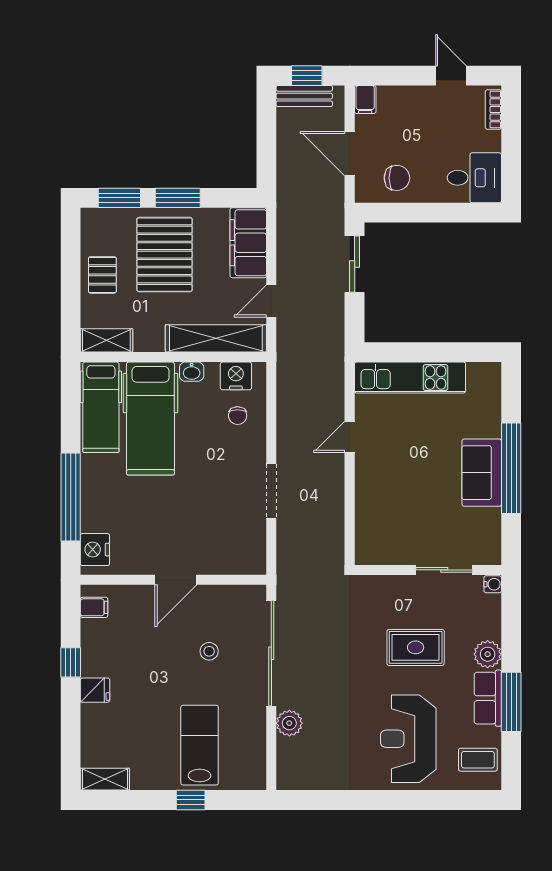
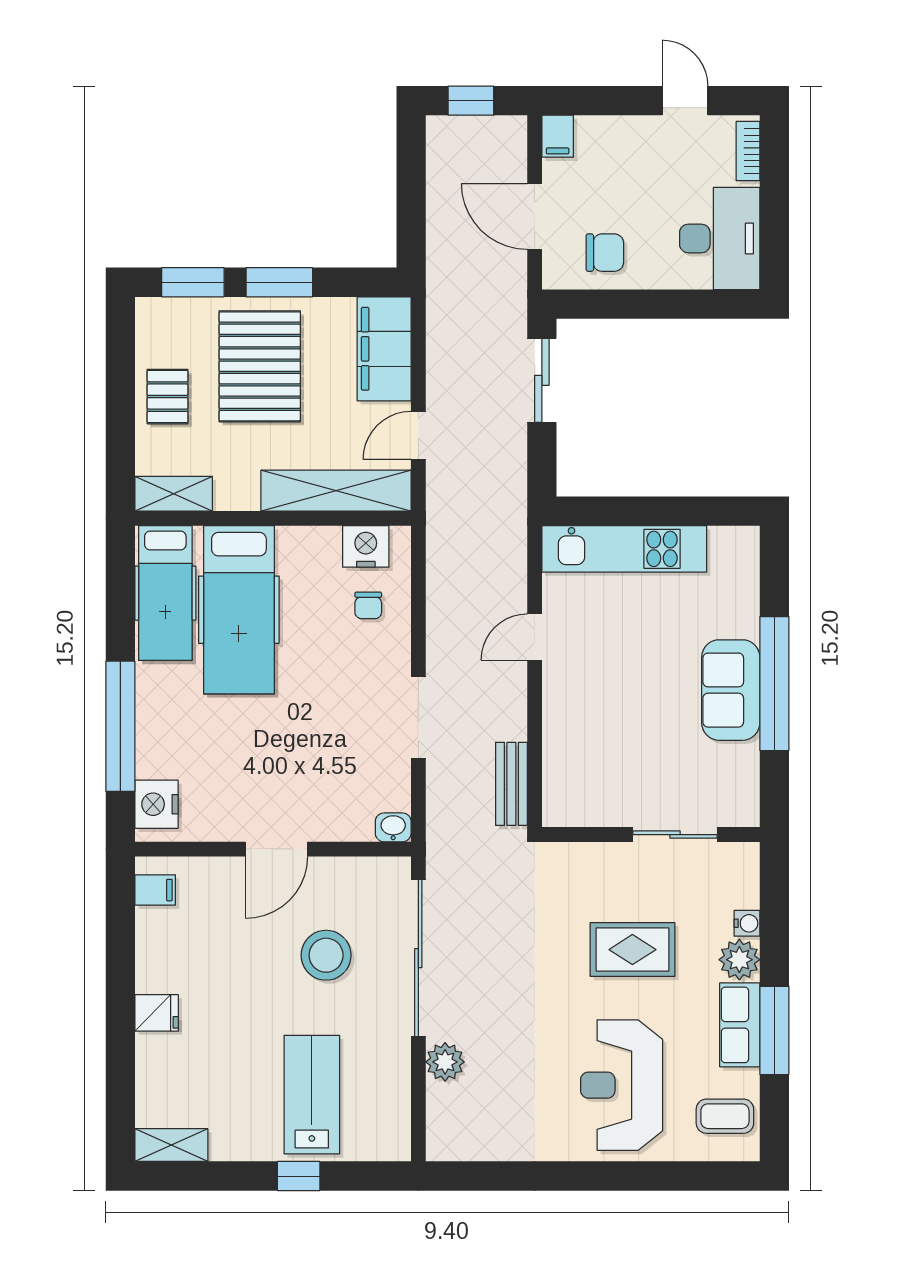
bench: (304, 96) -> (511, 784), moved, turned 90
desk: (474, 178) -> (720, 238), width x1.37
washbasin: (192, 372) -> (393, 827), moved, turned 180
water cooler: (493, 584) -> (747, 923), moved
stool: (209, 651) -> (326, 955), width x1.89, depth x1.89
window: (71, 662) -> (120, 972), removed

